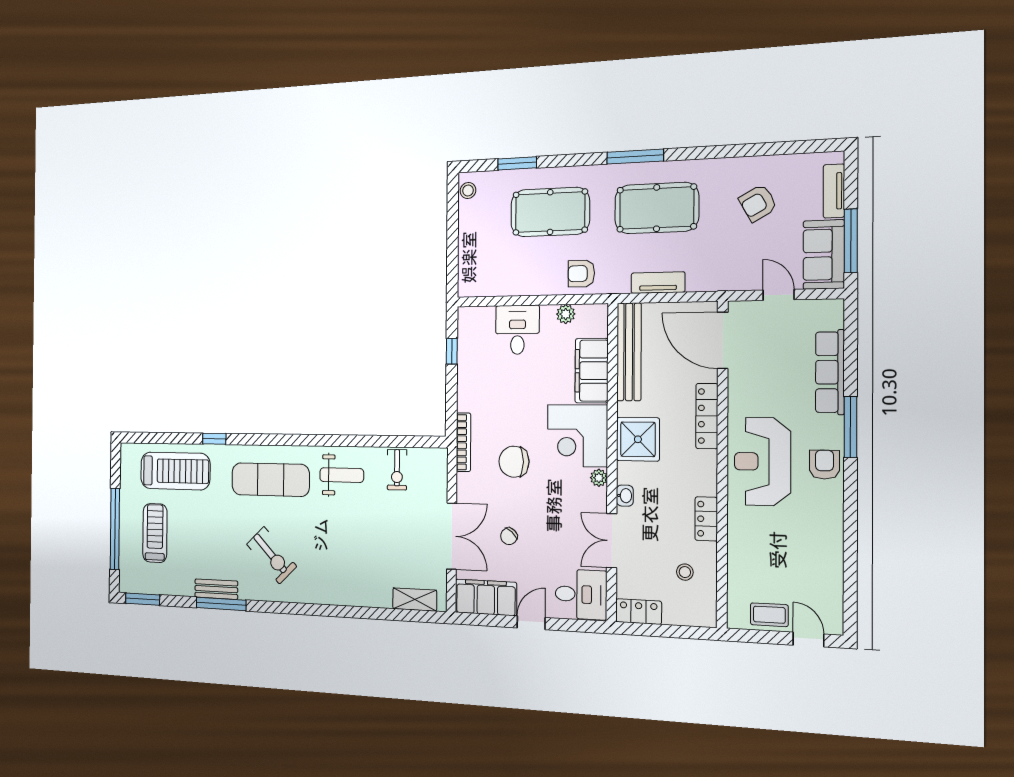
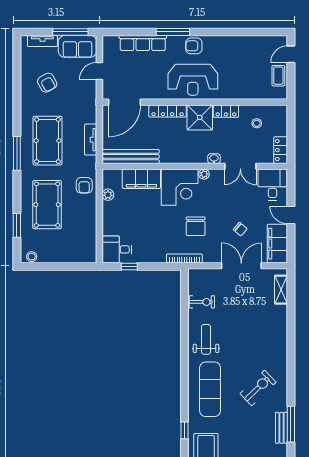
desk: (517, 330) -> (117, 249), moved
shower: (638, 439) -> (200, 117), moved

